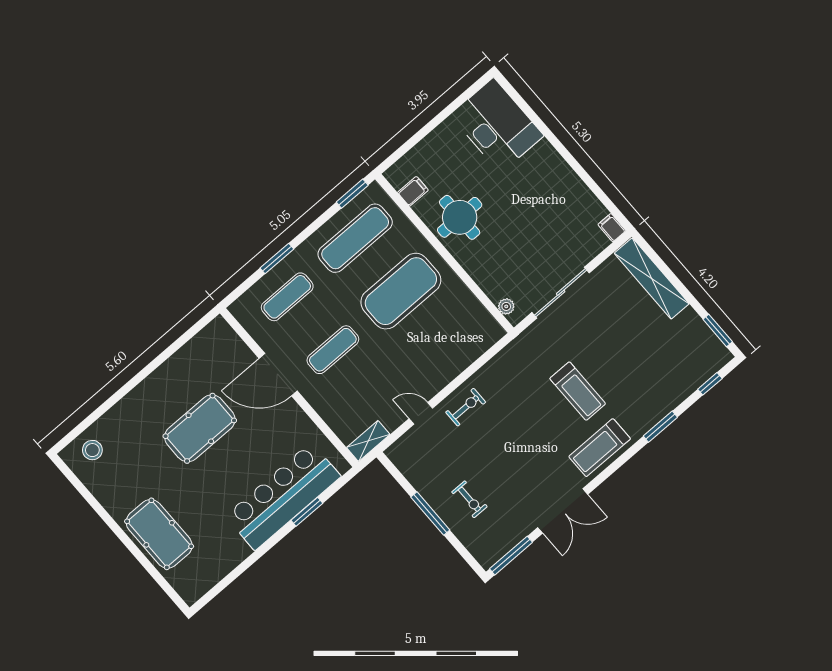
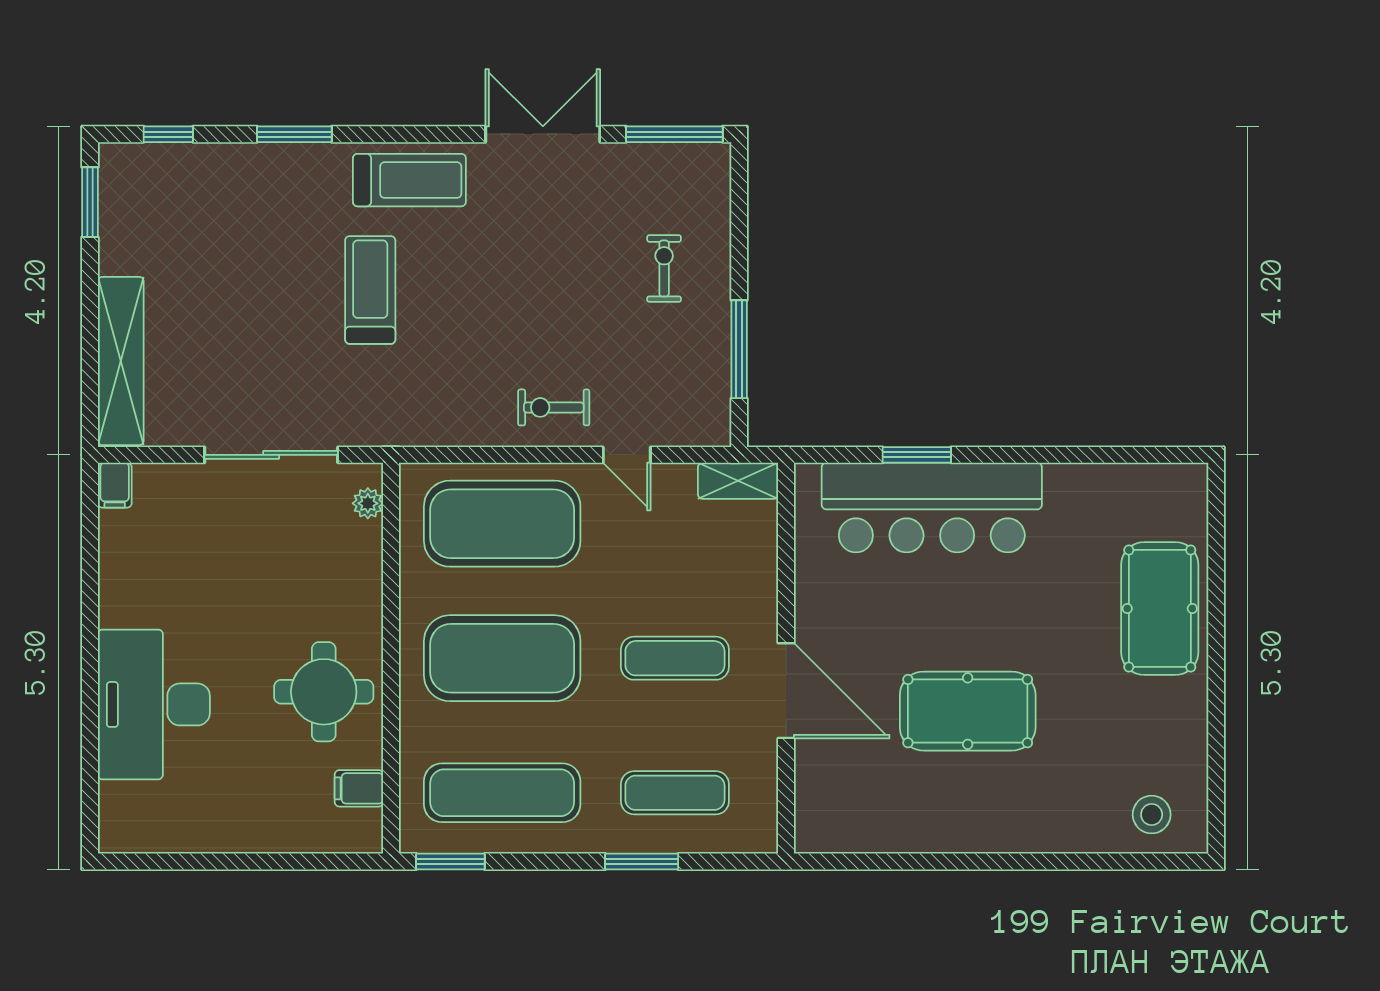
desk: (497, 125) -> (154, 704), moved
exercise mat: (446, 344) -> (502, 524), added
window: (430, 514) -> (739, 349), moved

